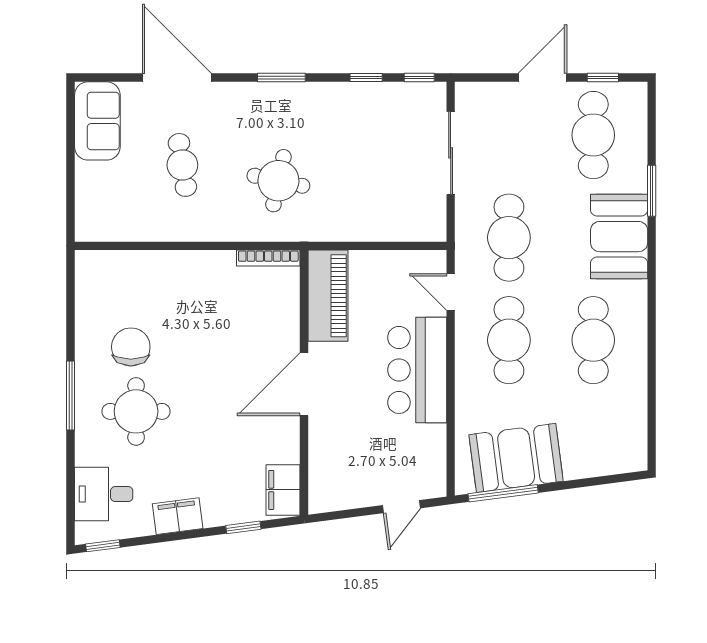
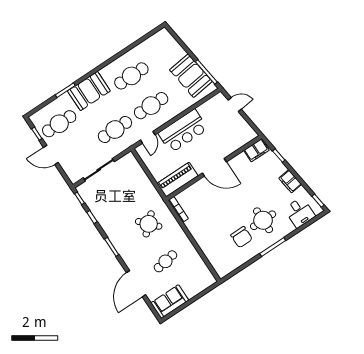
round table: (278, 181) -> (149, 224), turned 35
chair: (131, 347) -> (242, 237), turned -90

